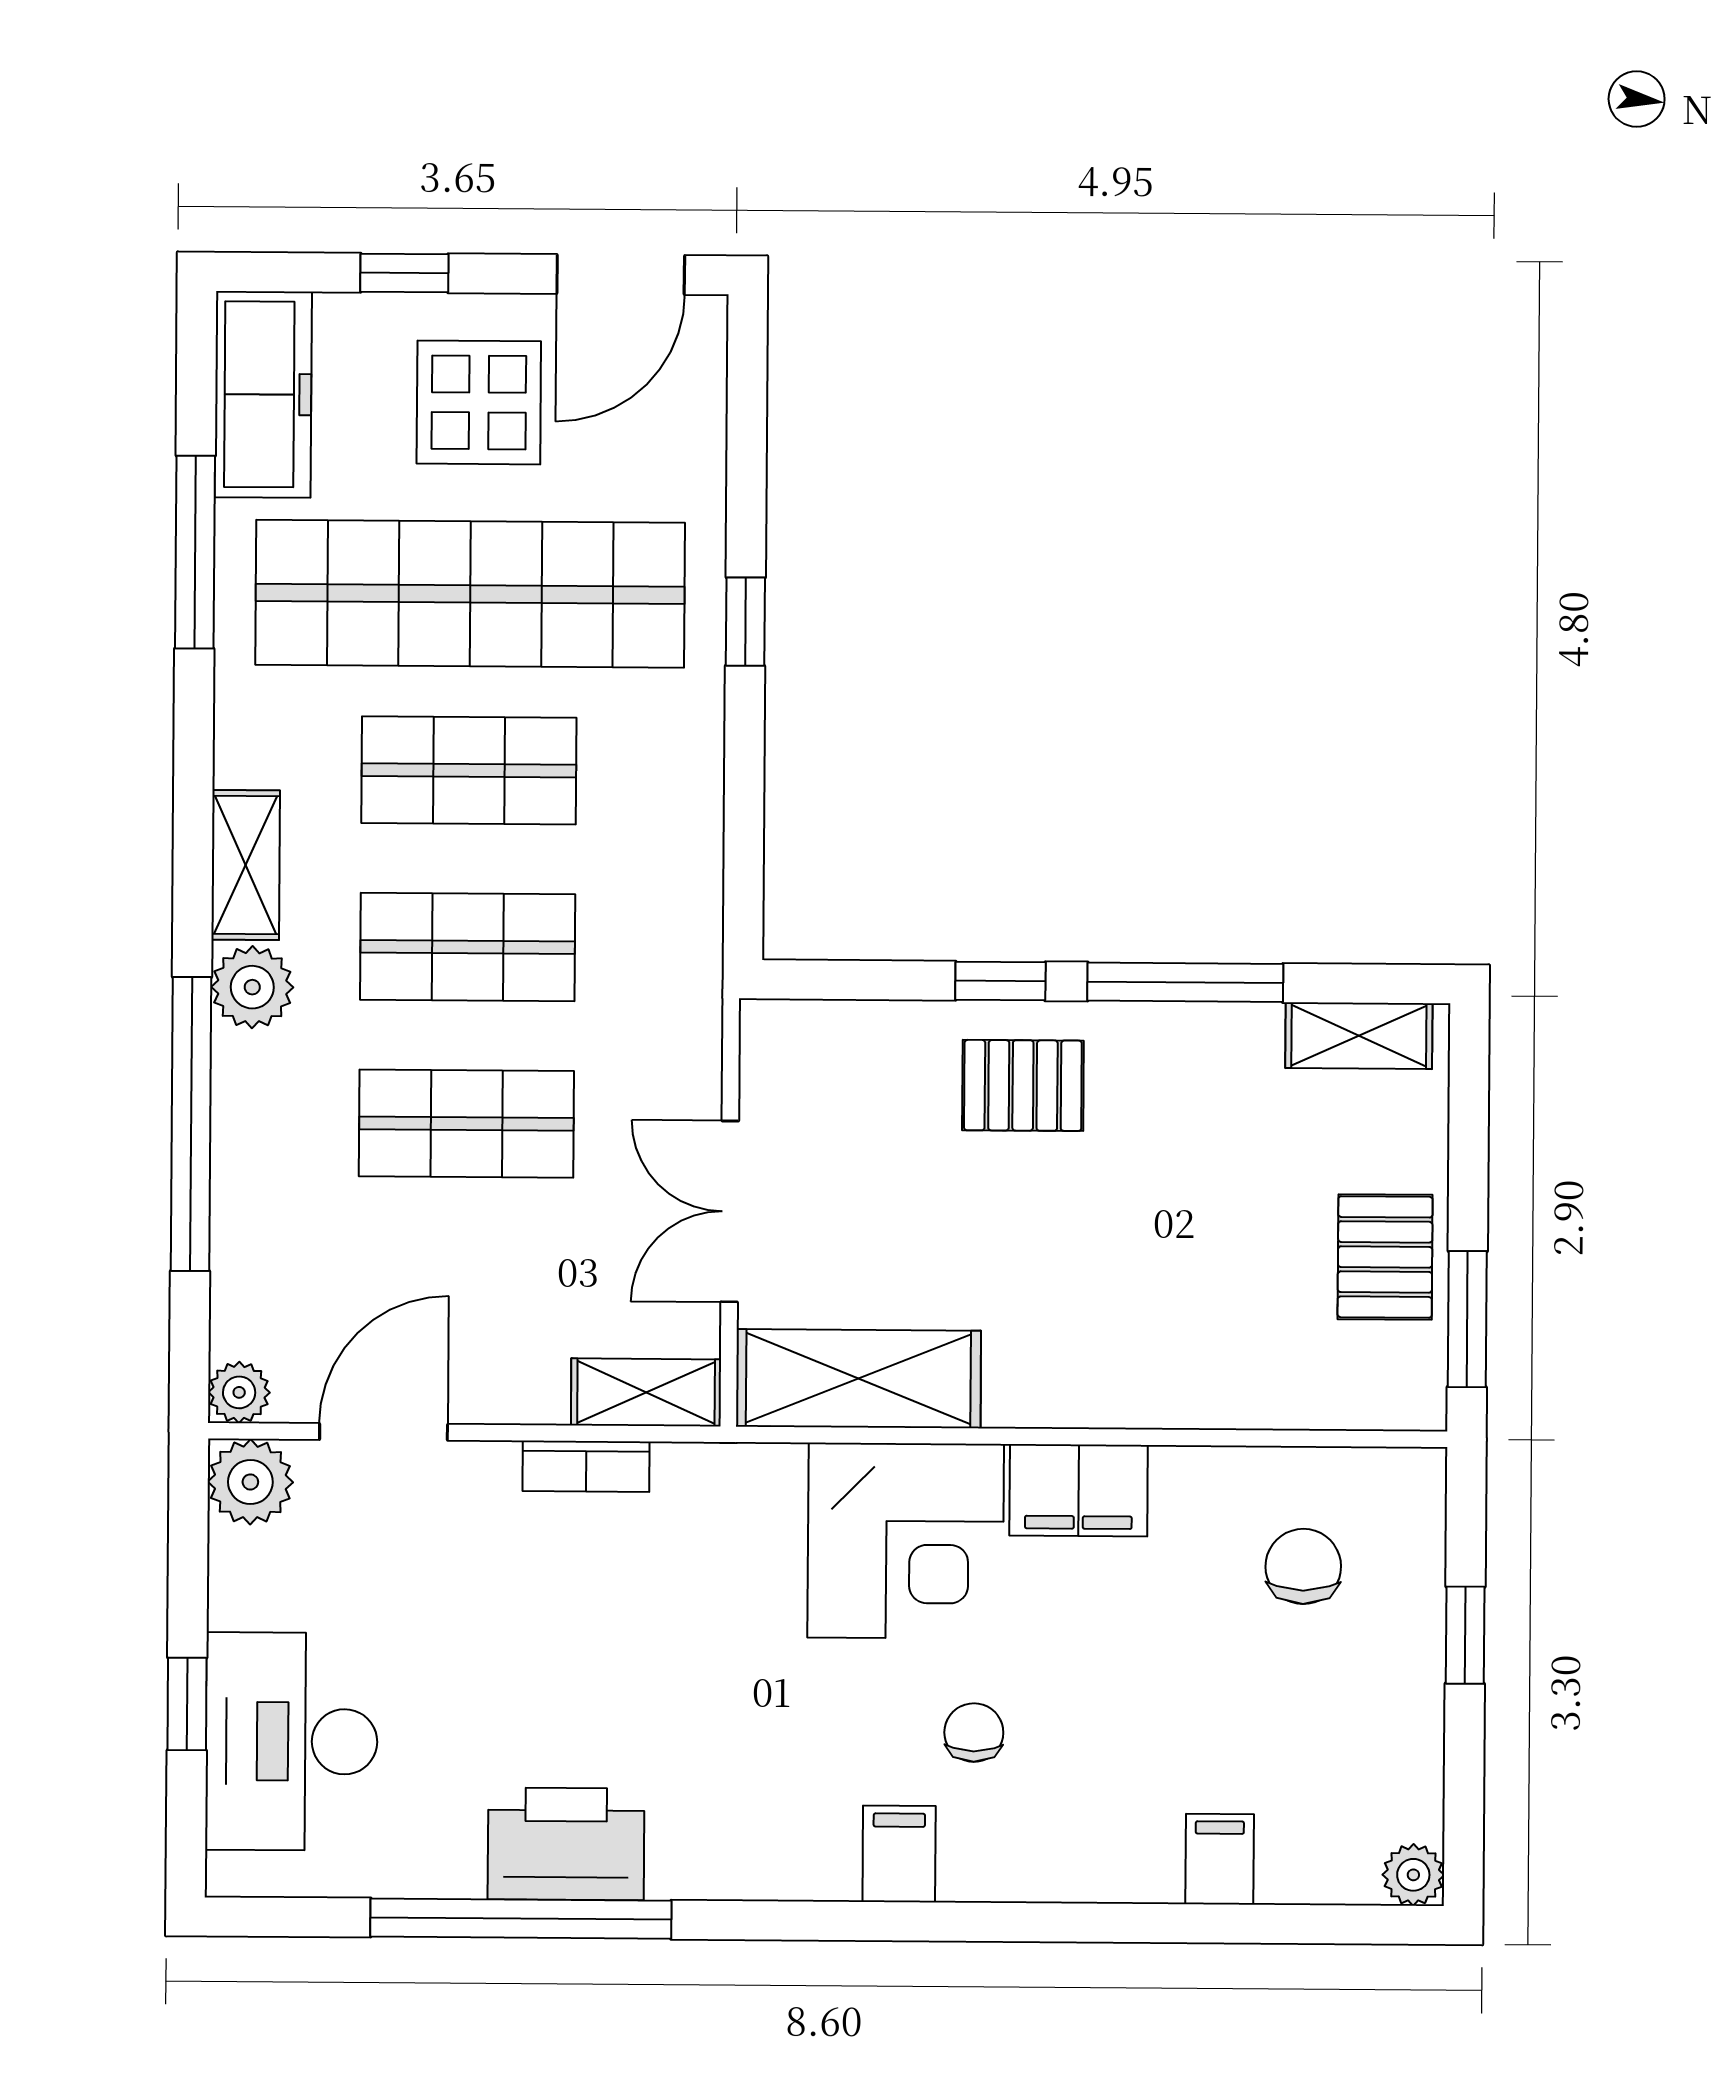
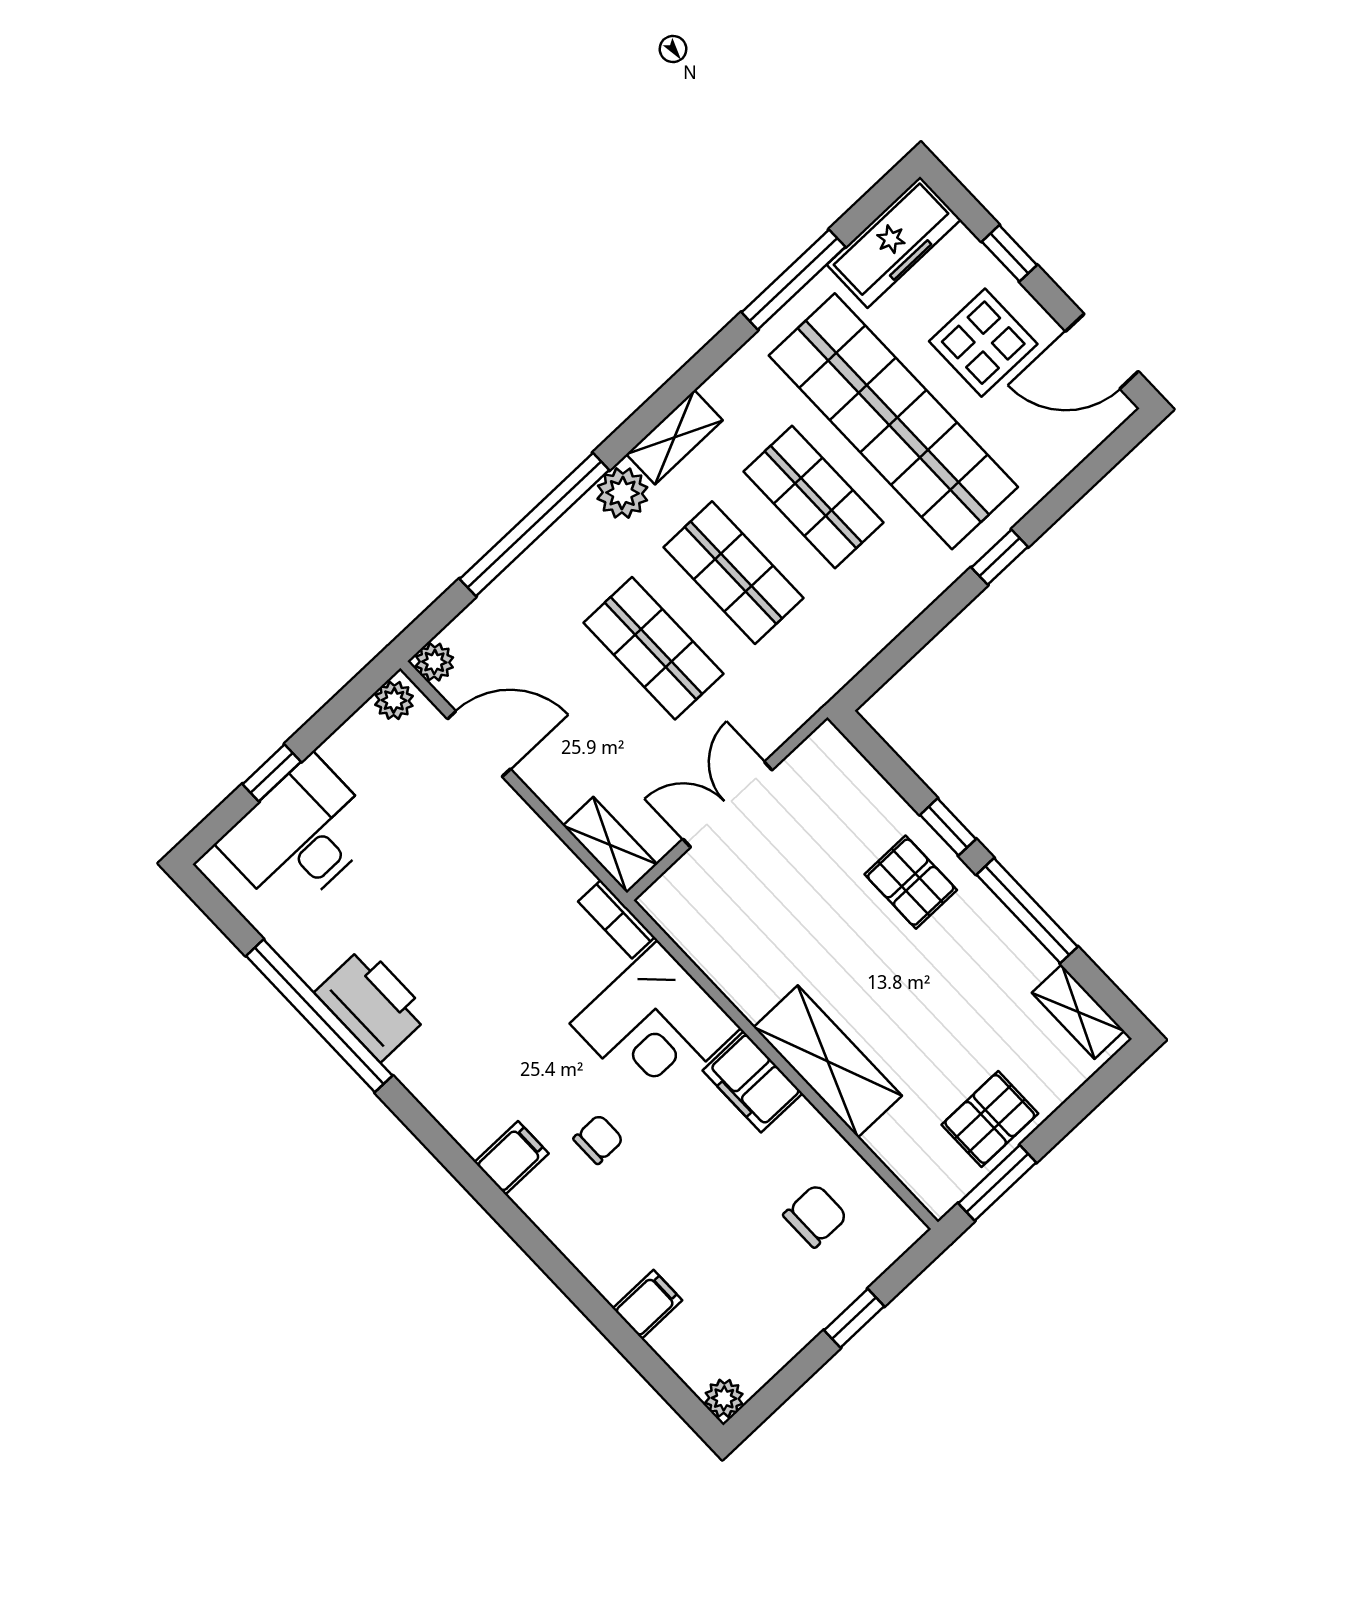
shelving: (858, 1379) -> (828, 1061), moved
bookcase: (586, 1466) -> (616, 919), moved
plant: (250, 1482) -> (394, 700), width x0.73, depth x0.73

